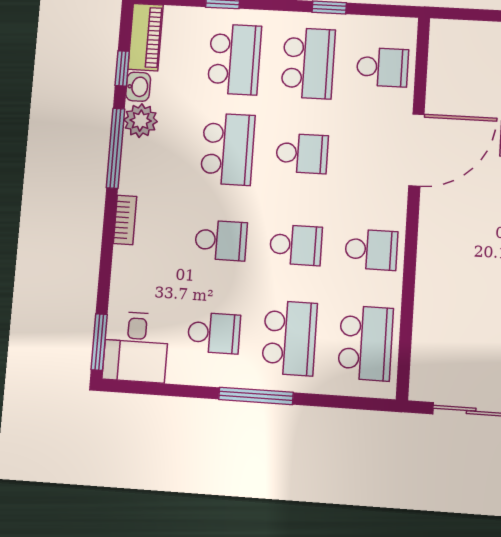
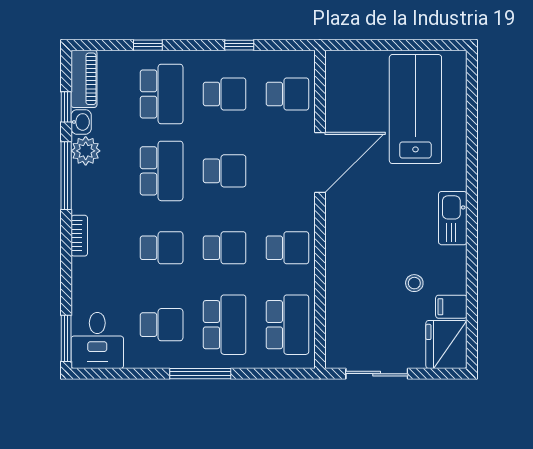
school desk: (308, 63) -> (225, 94), width x0.54

